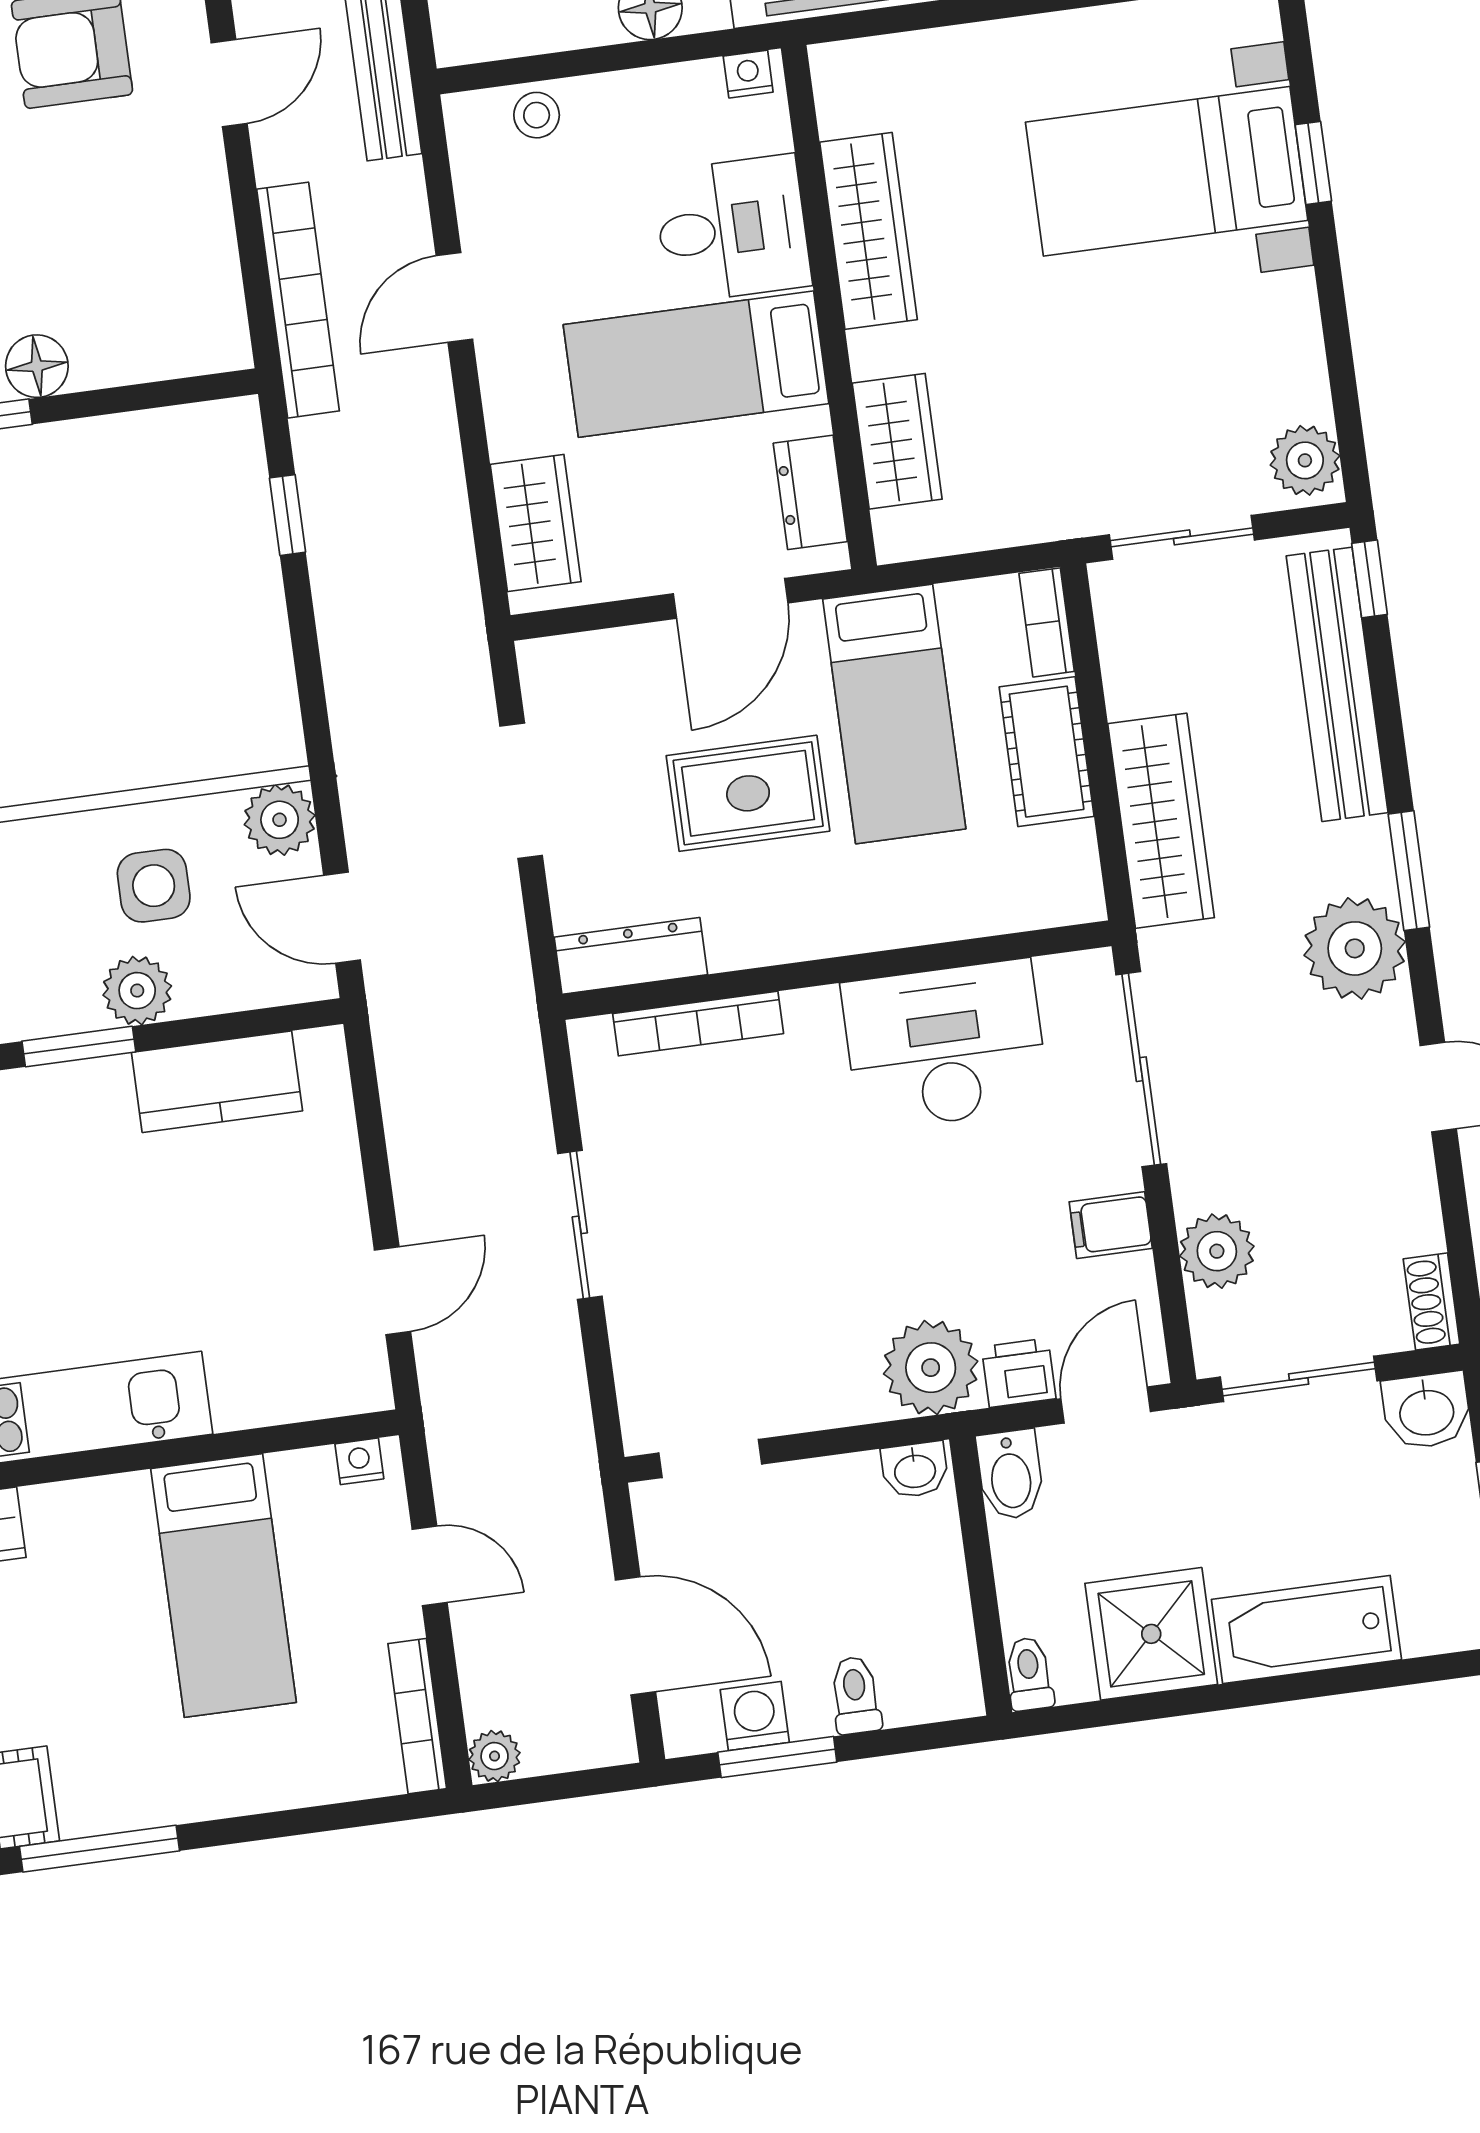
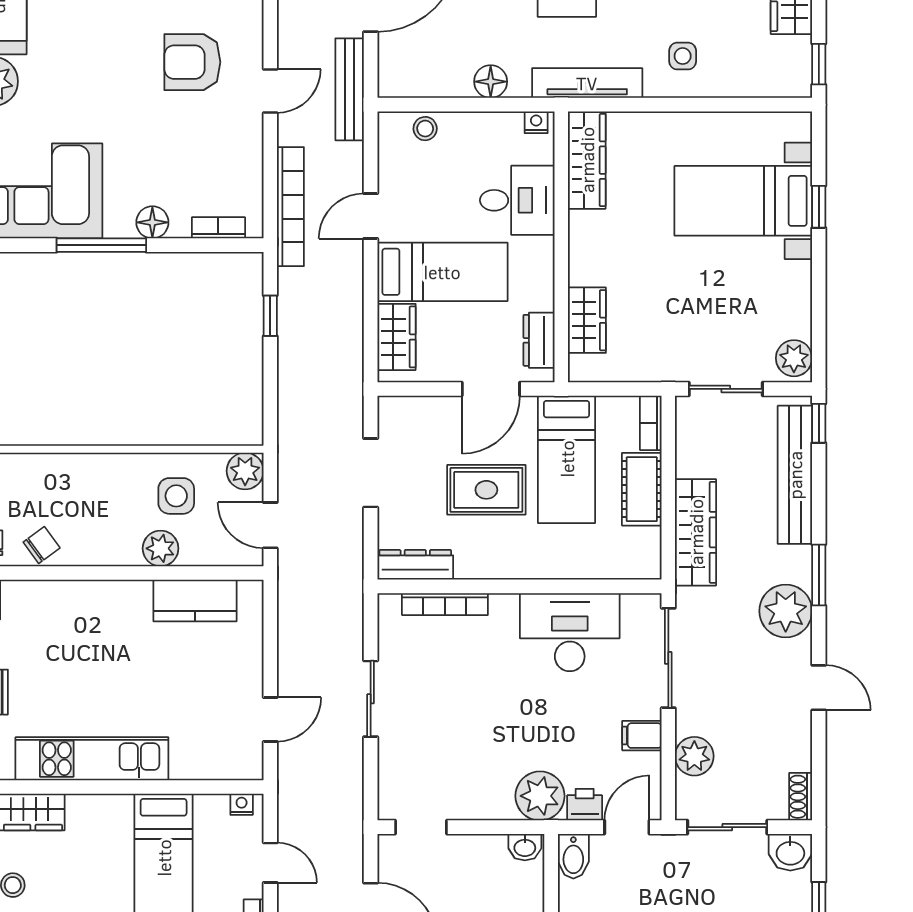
wardrobe: (868, 231) -> (587, 160), moved
bookcase: (165, 359) -> (218, 228), added
bed: (696, 364) -> (442, 272), moved, turned 180
window: (79, 1046) -> (127, 573), removed

